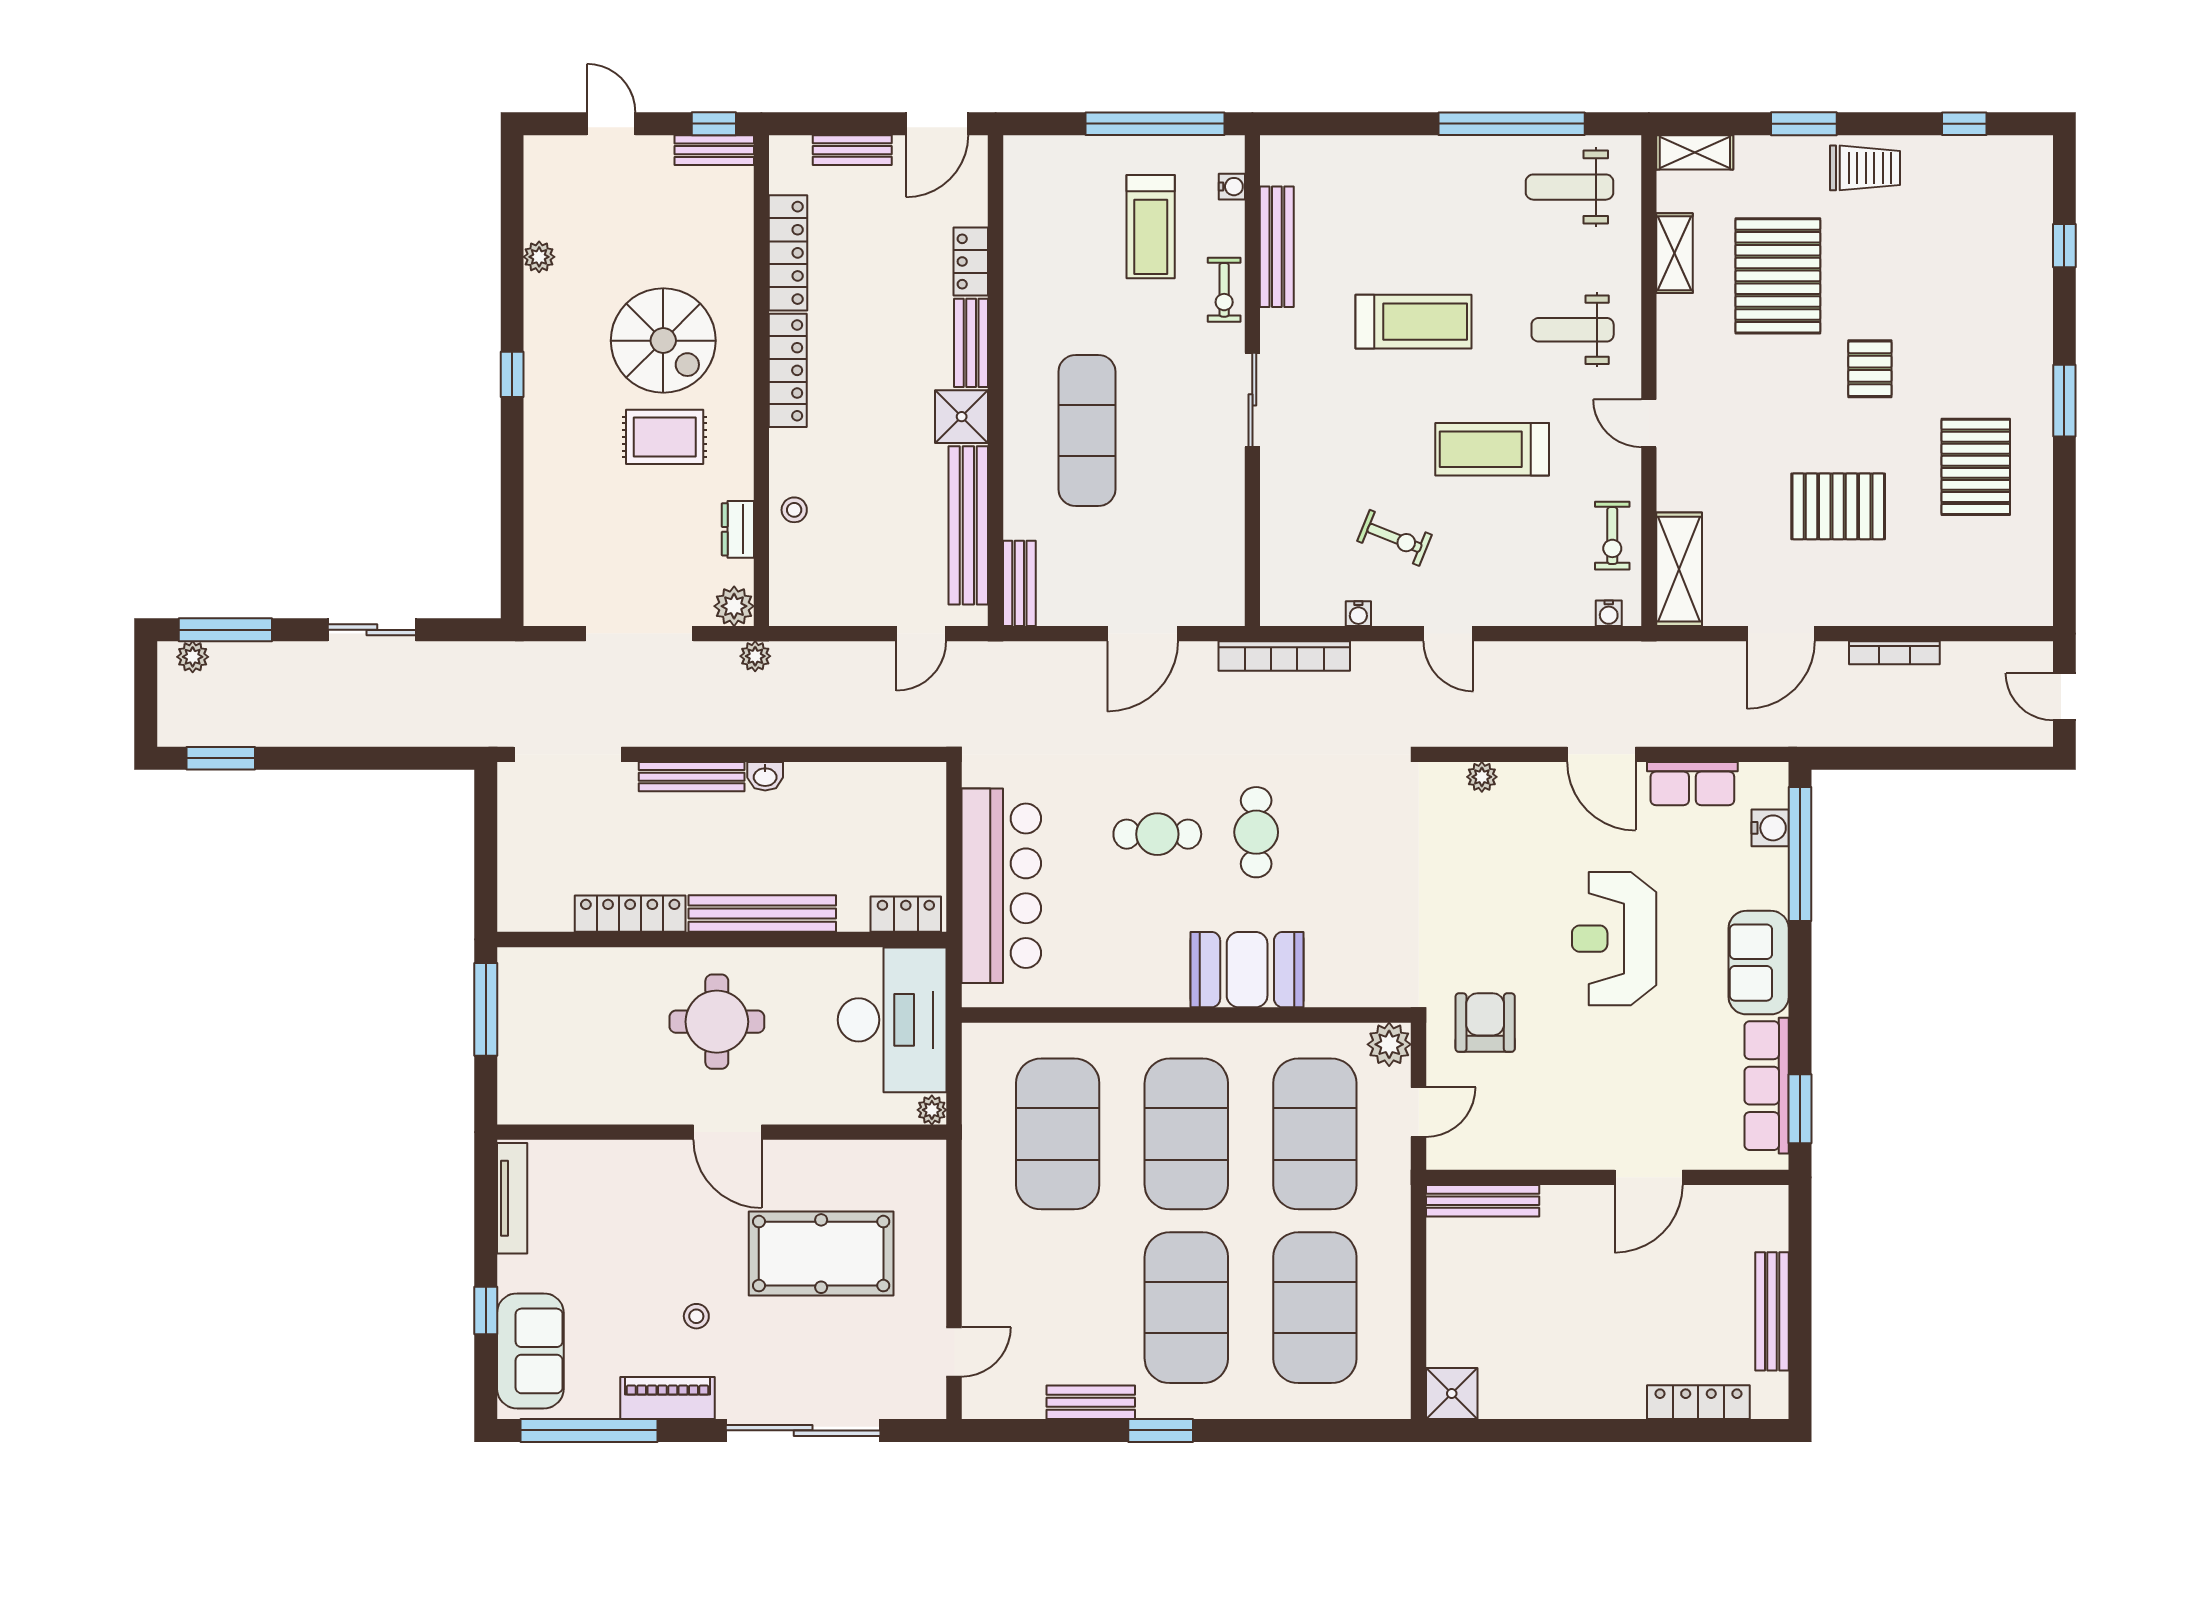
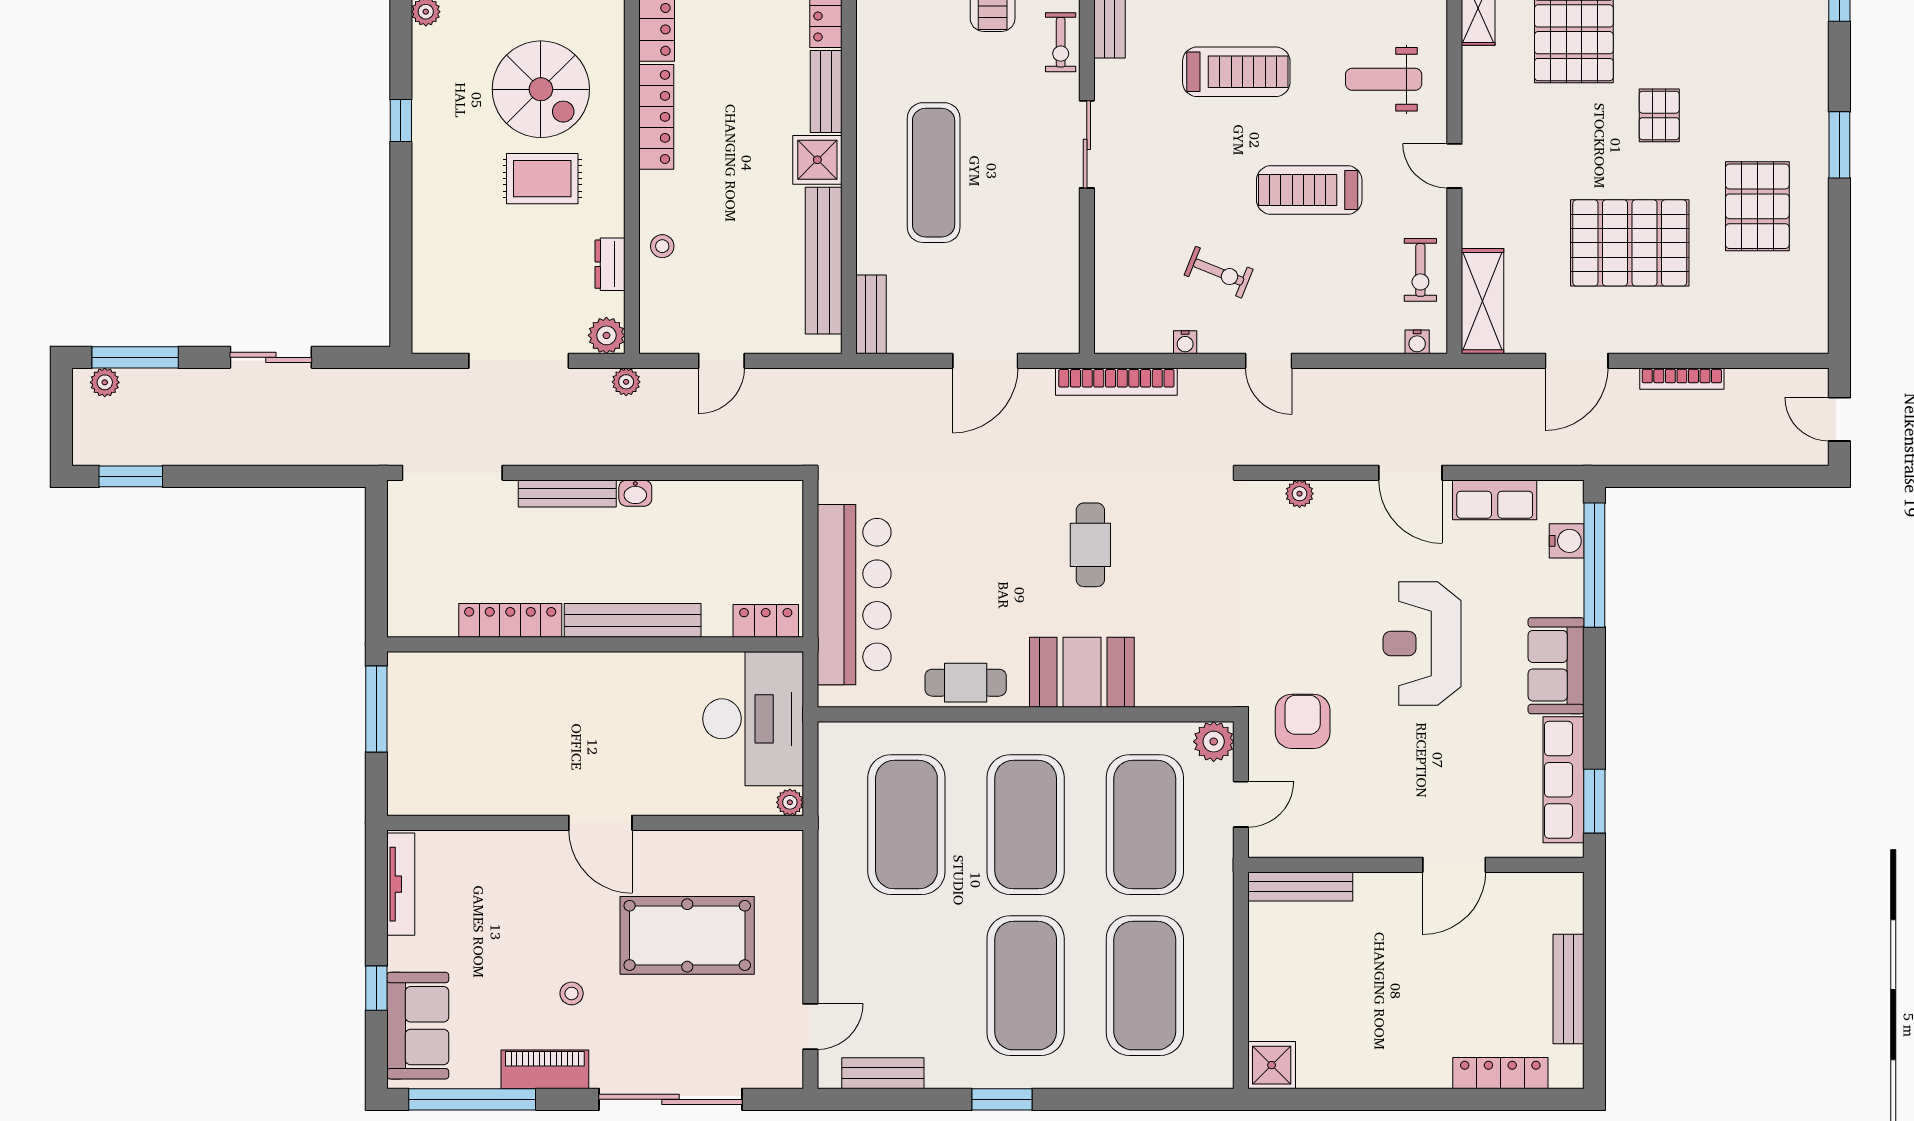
pallet: (1838, 506) -> (1630, 243), width x1.37, depth x1.41
door: (921, 634) -> (721, 361), moved
cafe table: (1157, 834) -> (966, 683), moved
round table: (717, 1022) -> (591, 720), removed
bench: (1091, 1402) -> (883, 1073), moved

